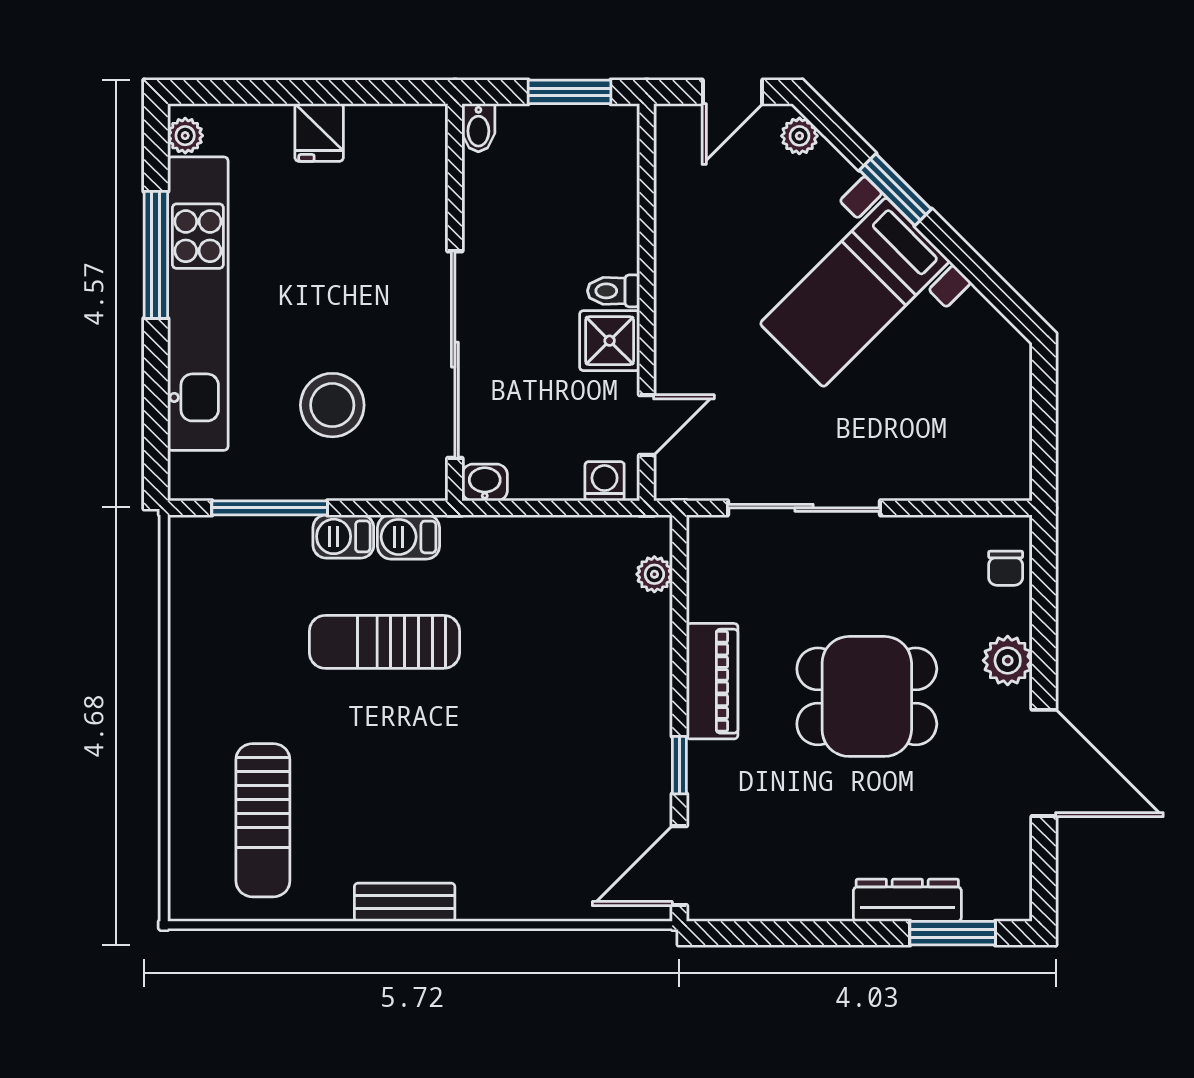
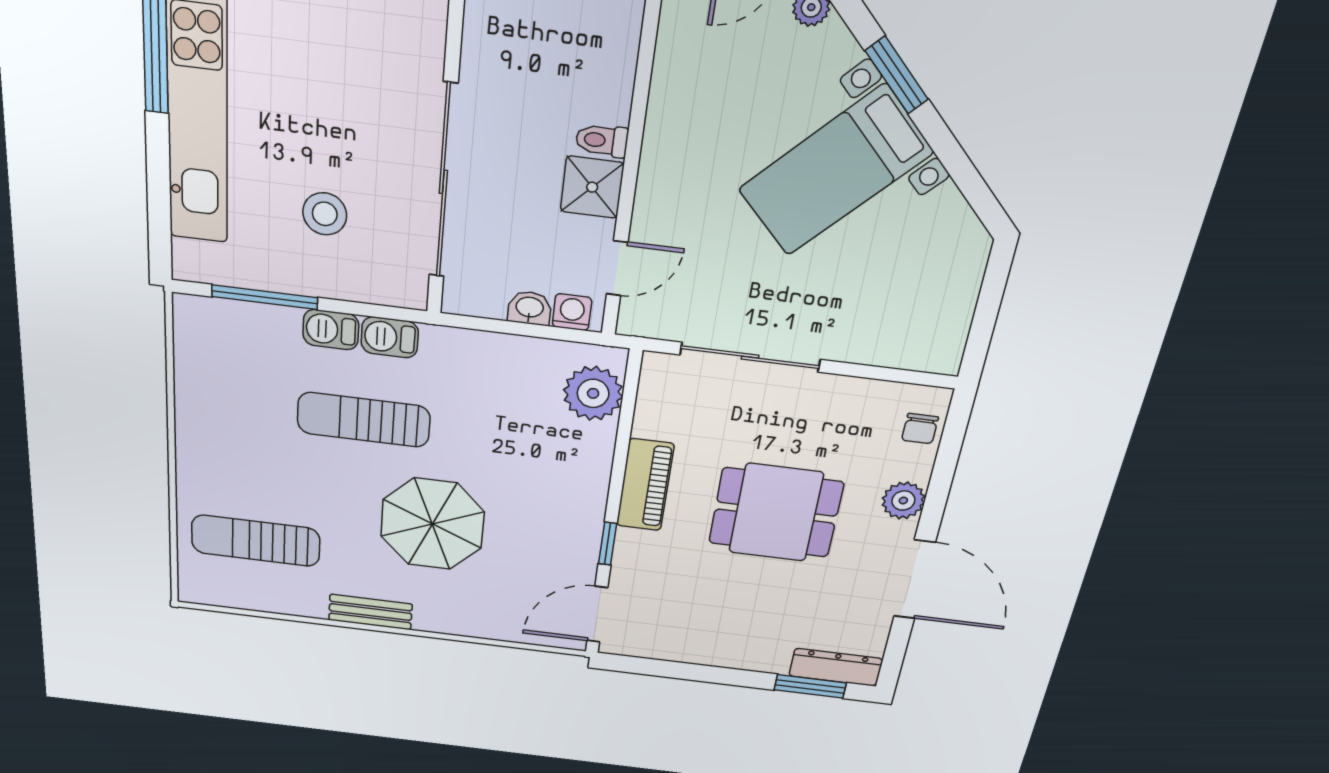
stool: (332, 405) -> (325, 214), width x0.73, depth x0.73
washbasin: (485, 482) -> (530, 308), moved
plant: (654, 574) -> (593, 393), width x1.87, depth x1.87
parasol: (472, 768) -> (432, 524), added
sun lounger: (263, 820) -> (256, 541), turned 90
dresser: (907, 900) -> (836, 667), moved

